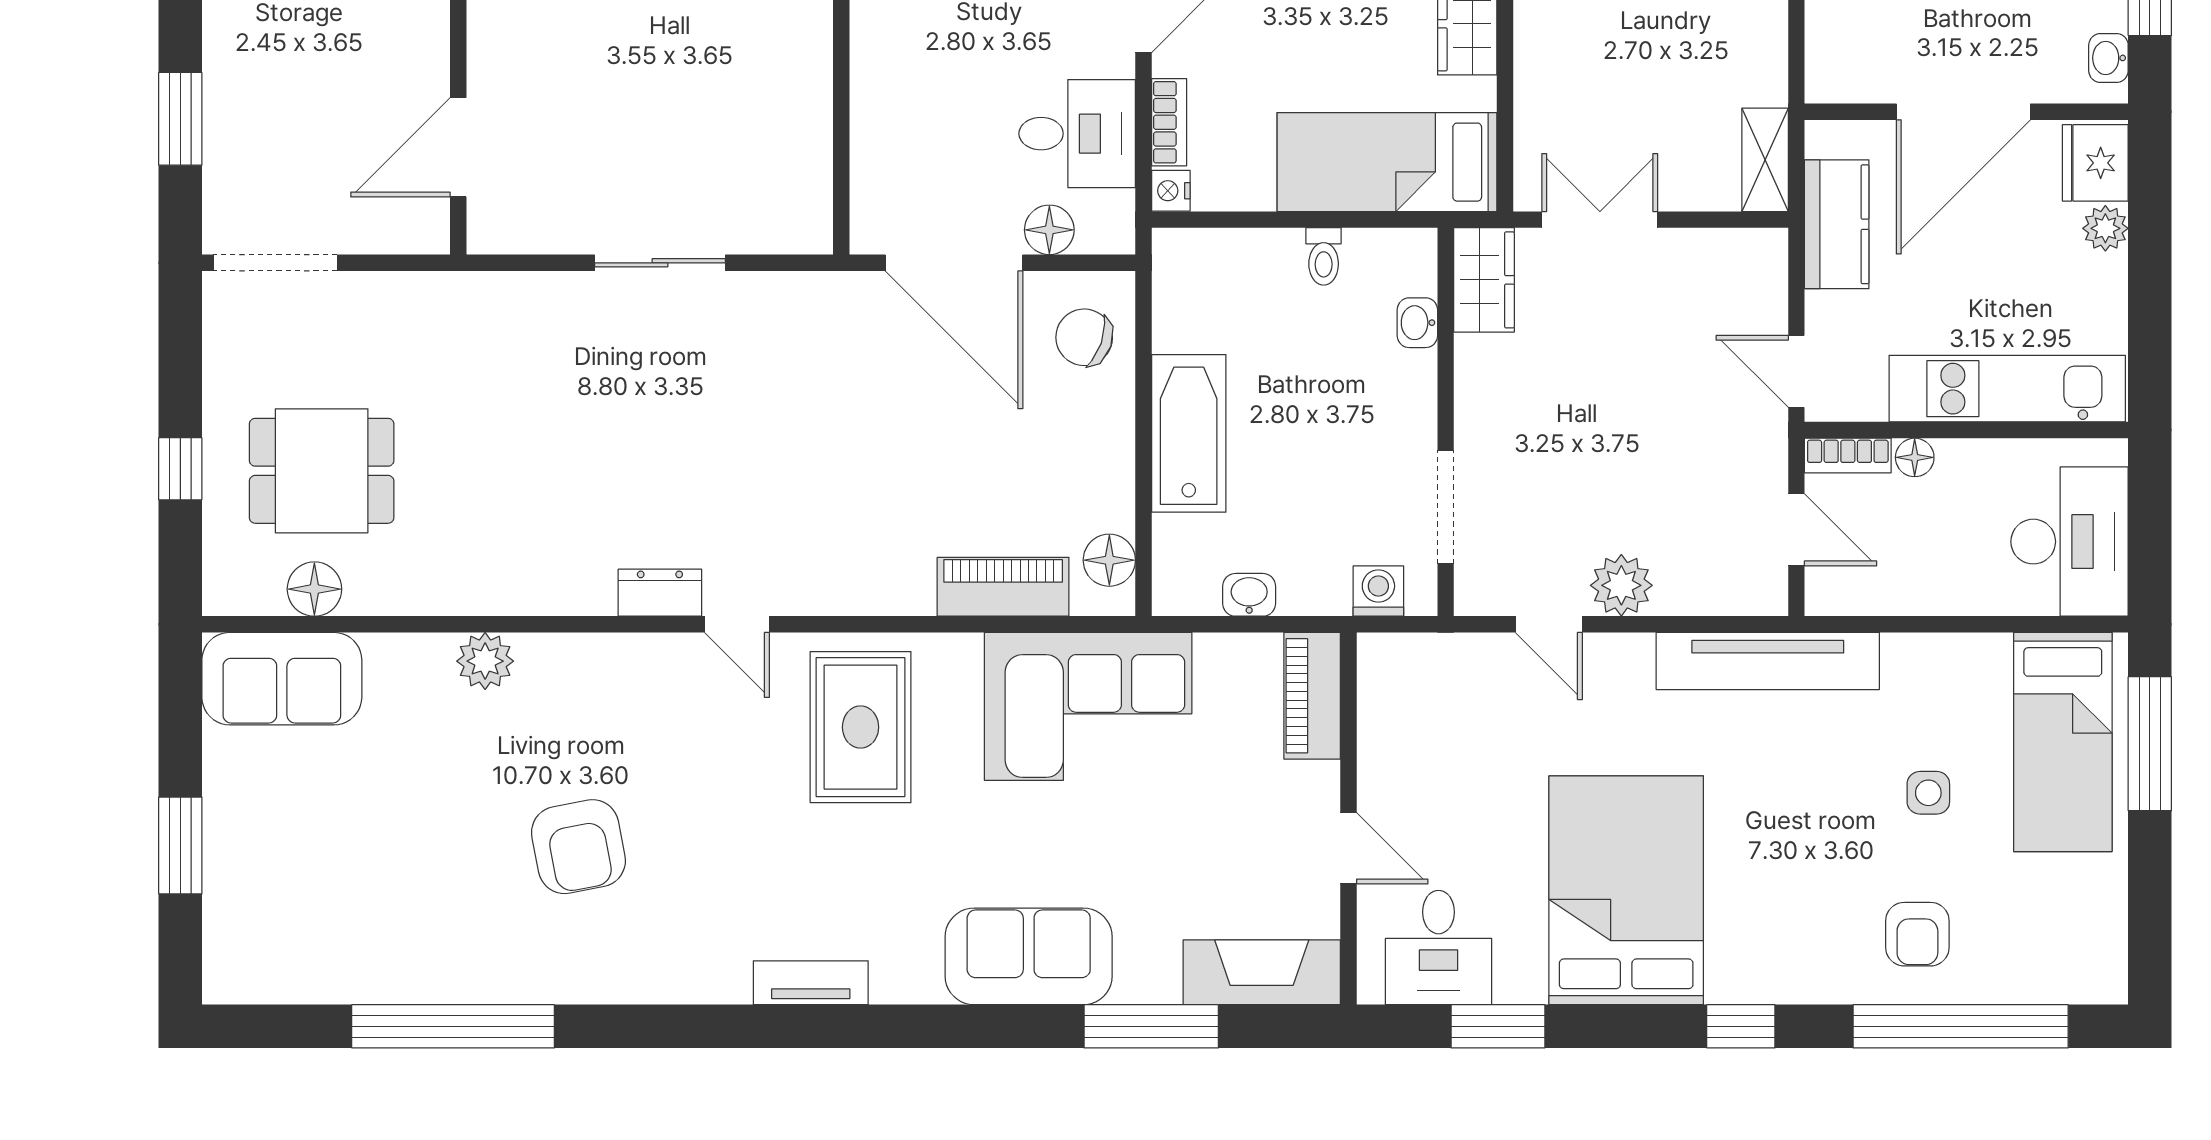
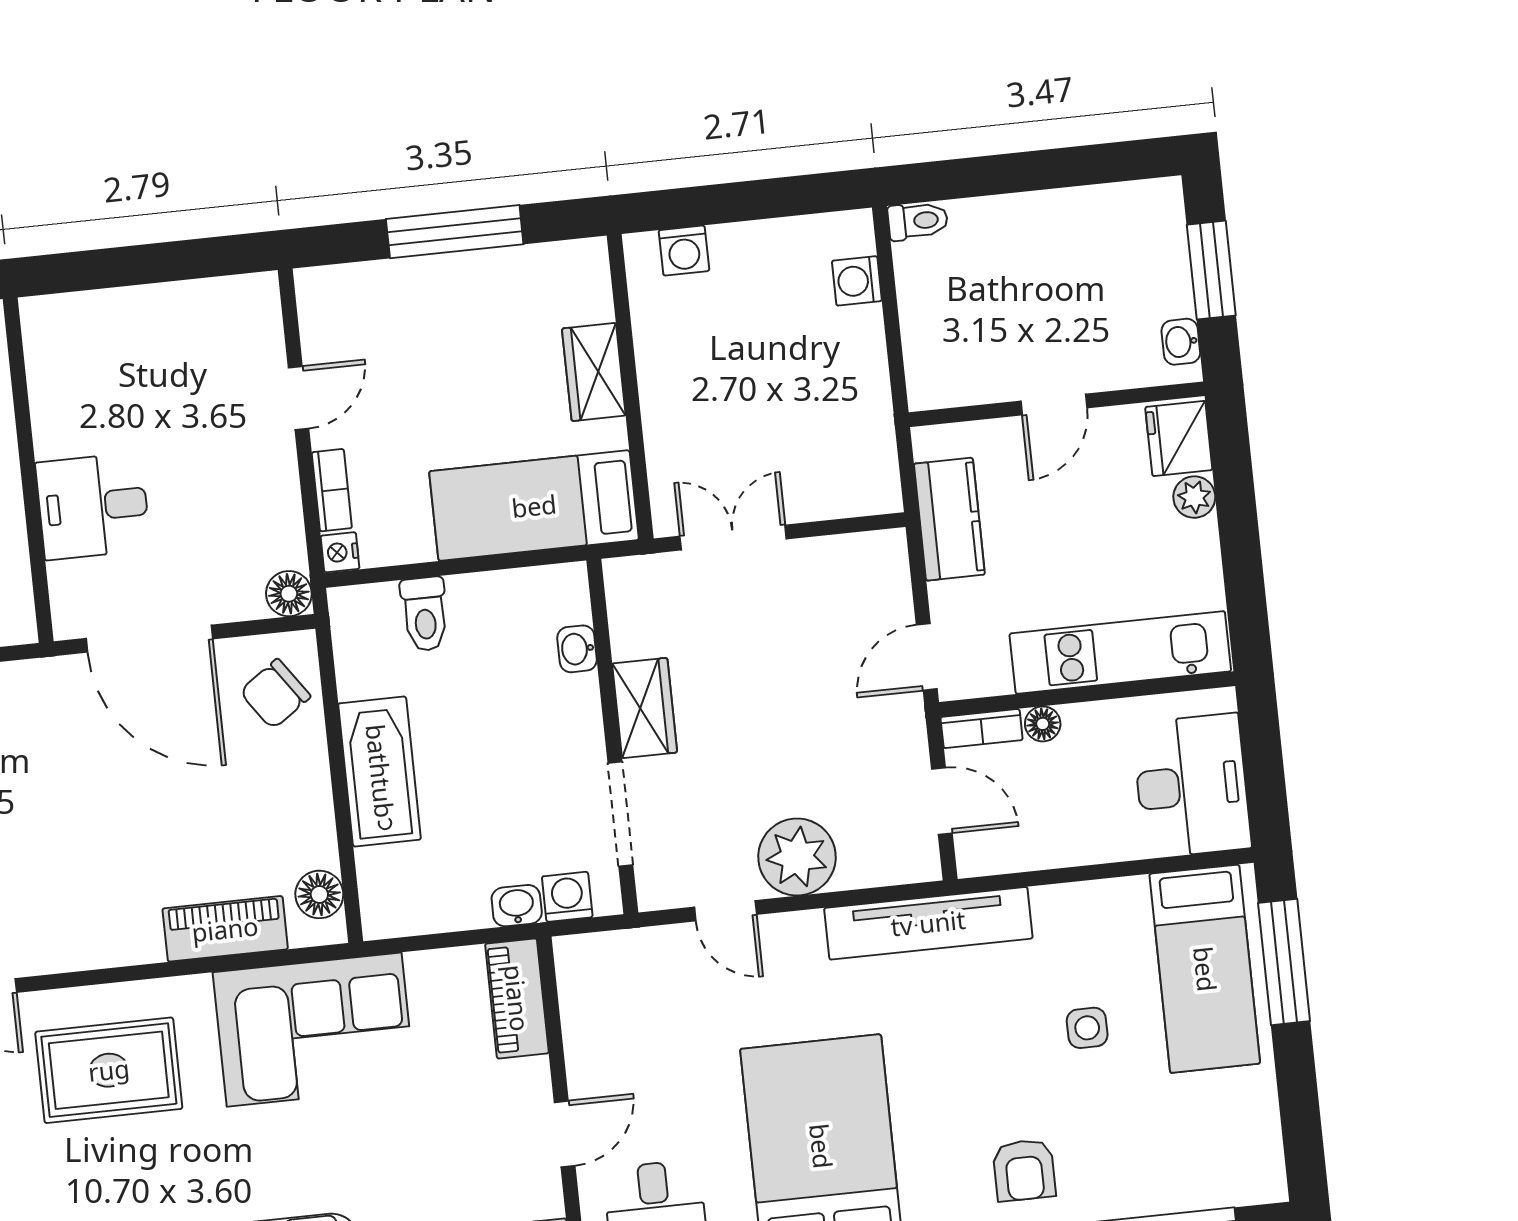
door: (1963, 112) -> (1054, 405), width x0.53
desk: (1077, 134) -> (93, 506), moved, turned 180
shelving: (1765, 160) -> (878, 467), removed
floor lamp: (1049, 230) -> (289, 594), moved
toilet: (1324, 256) -> (425, 614), moved, width x1.37, depth x1.39
wardrobe: (1484, 280) -> (645, 708), moved
chair: (1084, 337) -> (275, 694), turned -54
door: (1796, 371) -> (927, 657), hinge flipped
plant: (1621, 585) -> (797, 857), width x1.36, depth x1.36
washbasin: (1249, 595) -> (517, 906), moved
rug: (861, 727) -> (109, 1070), turned 90
door: (1349, 848) -> (565, 1134), hinge flipped
armchair: (1917, 934) -> (1024, 1170), moved

